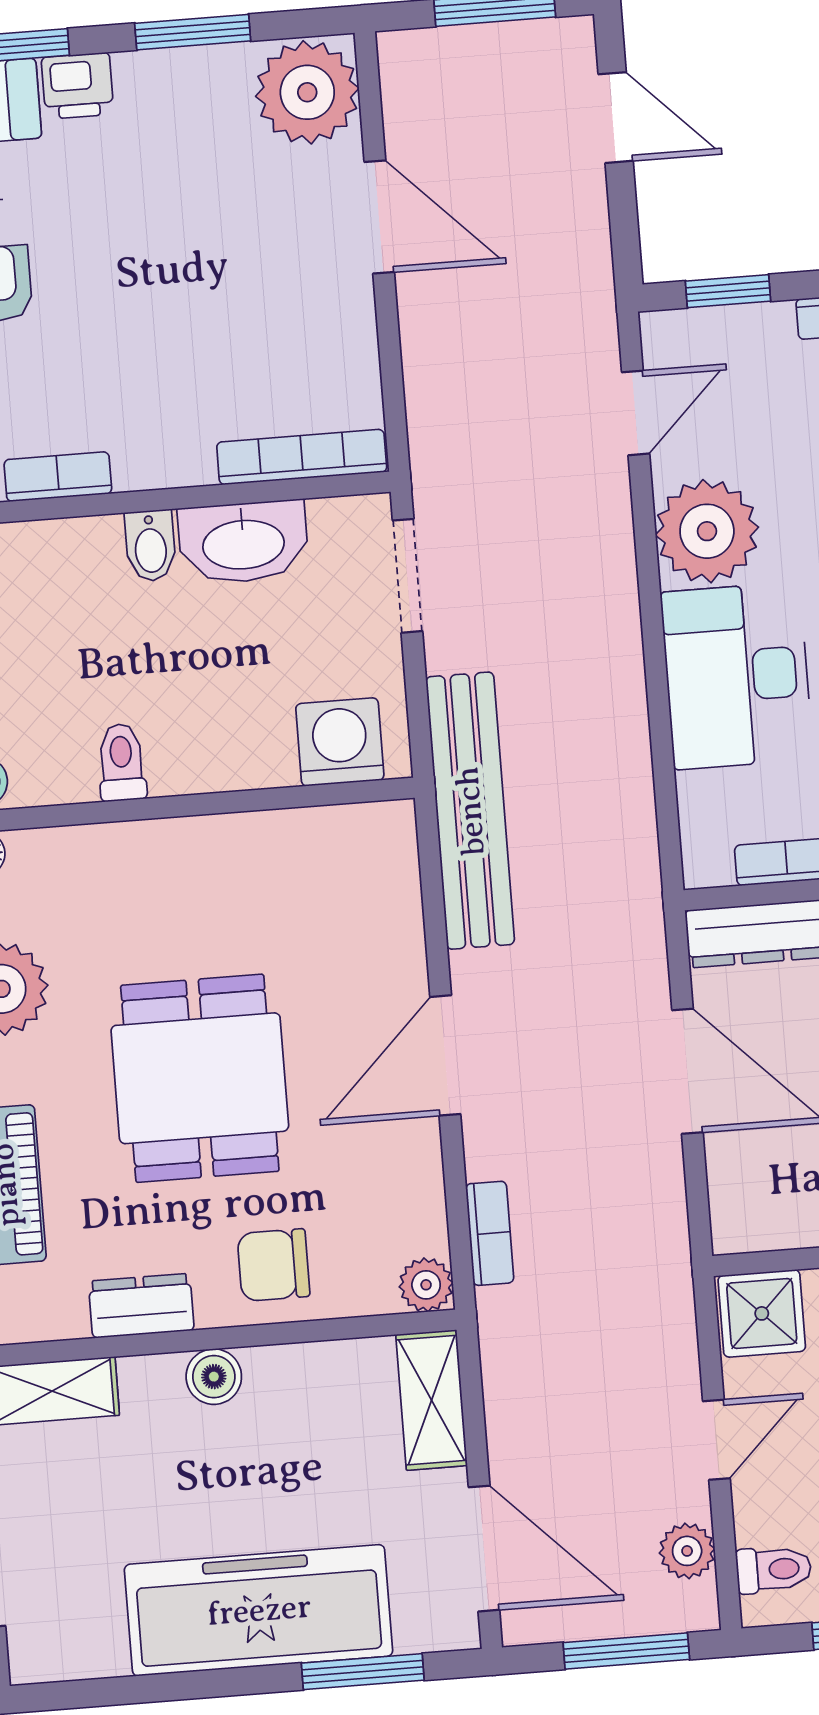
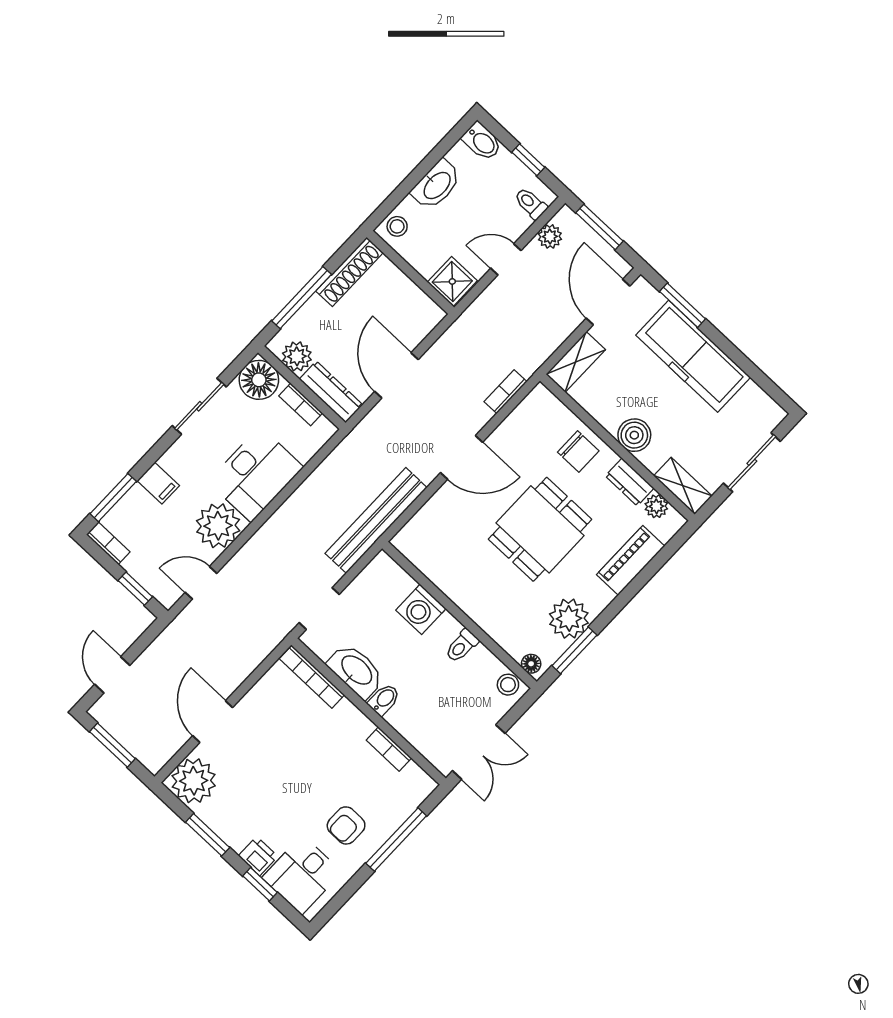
washing machine: (340, 742) -> (421, 609), moved
plant: (426, 1285) -> (656, 506), moved
boiler: (214, 1377) -> (634, 435), width x1.36, depth x1.36

